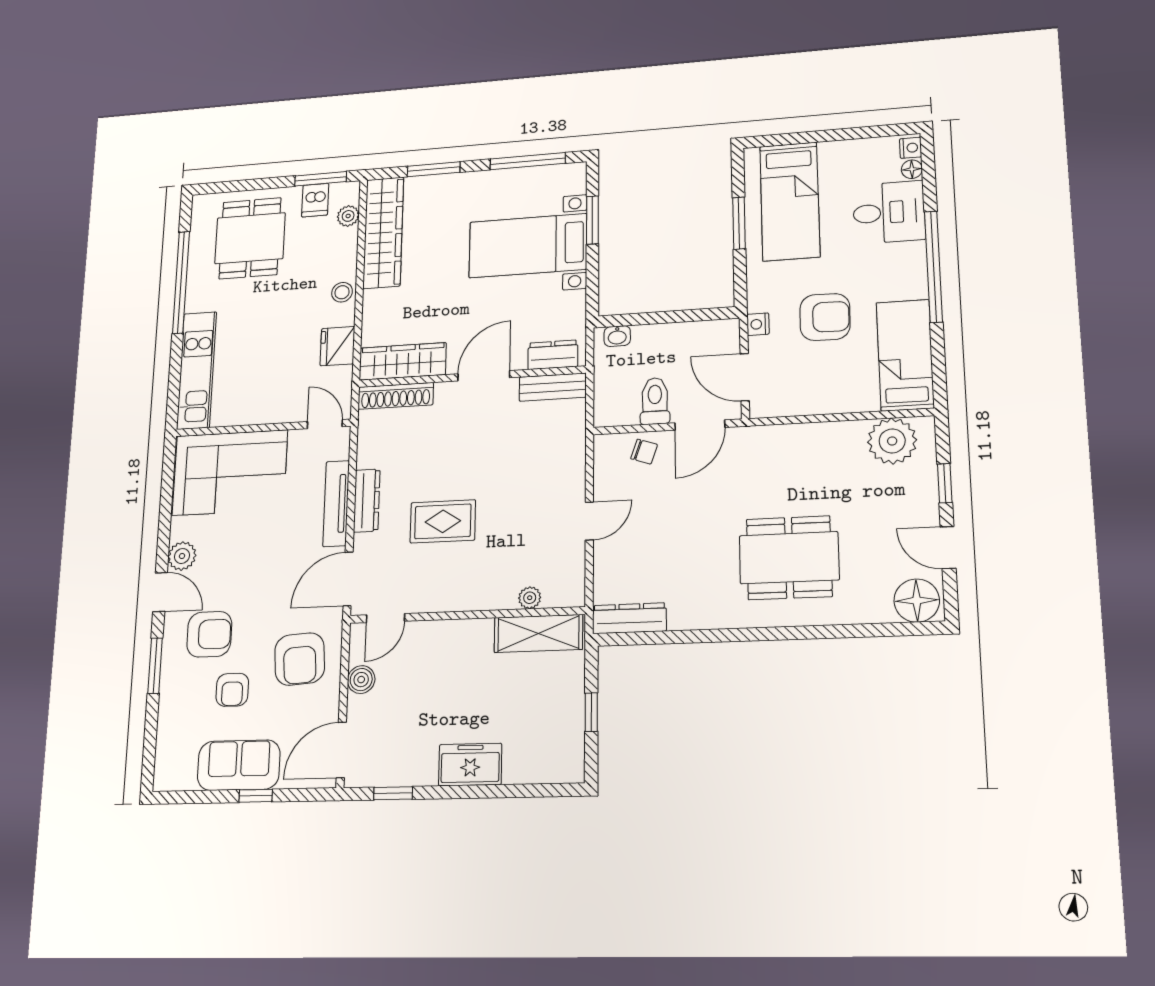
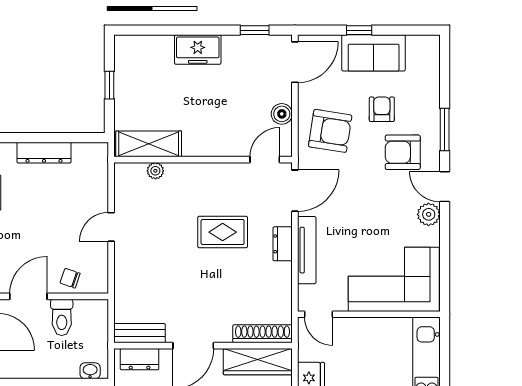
dresser: (367, 500) -> (283, 244), width x0.70
dresser: (629, 618) -> (44, 153), moved
armchair: (300, 659) -> (330, 131), turned 103

